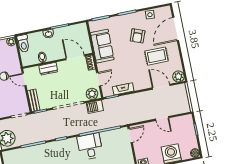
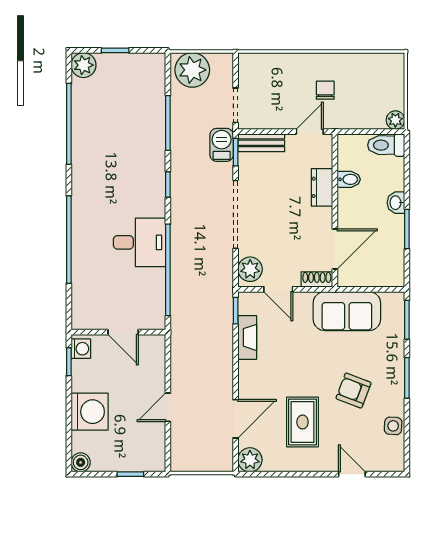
door: (176, 29) -> (352, 474), width x0.53
barbecue: (95, 107) -> (222, 145), moved
door: (130, 136) -> (123, 332), moved

